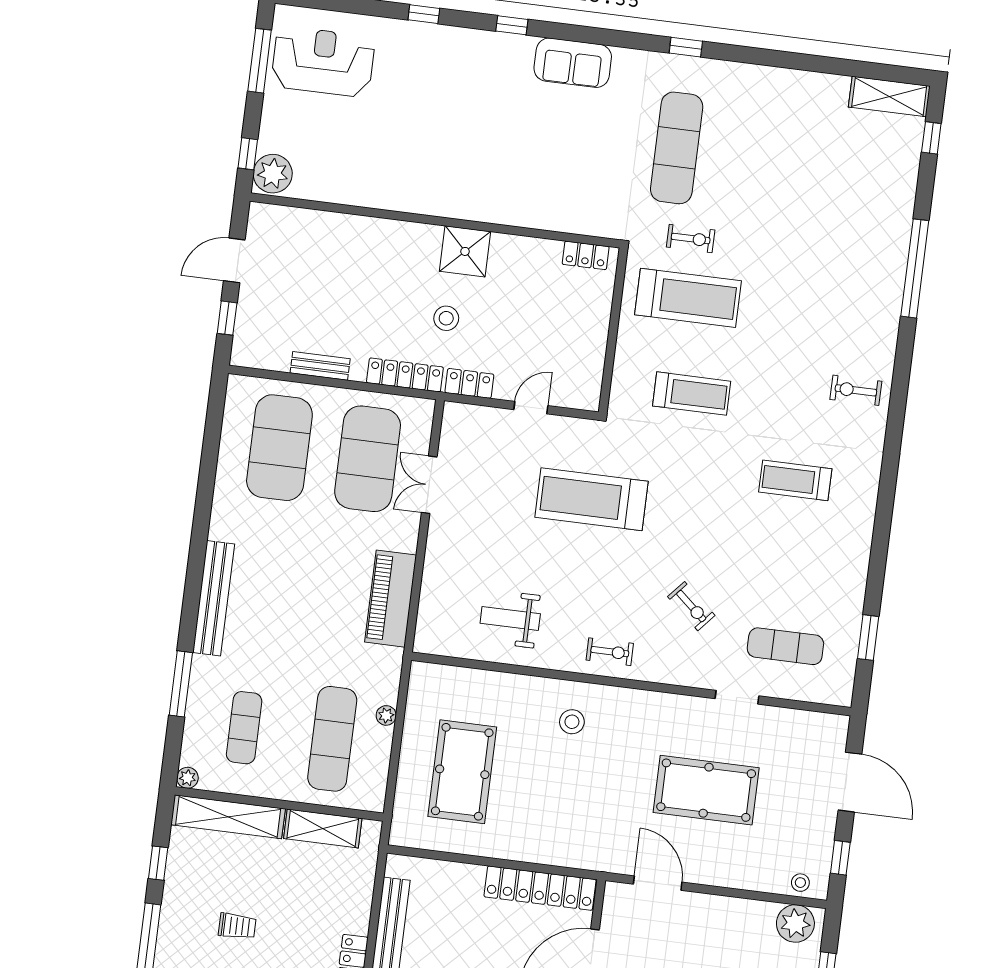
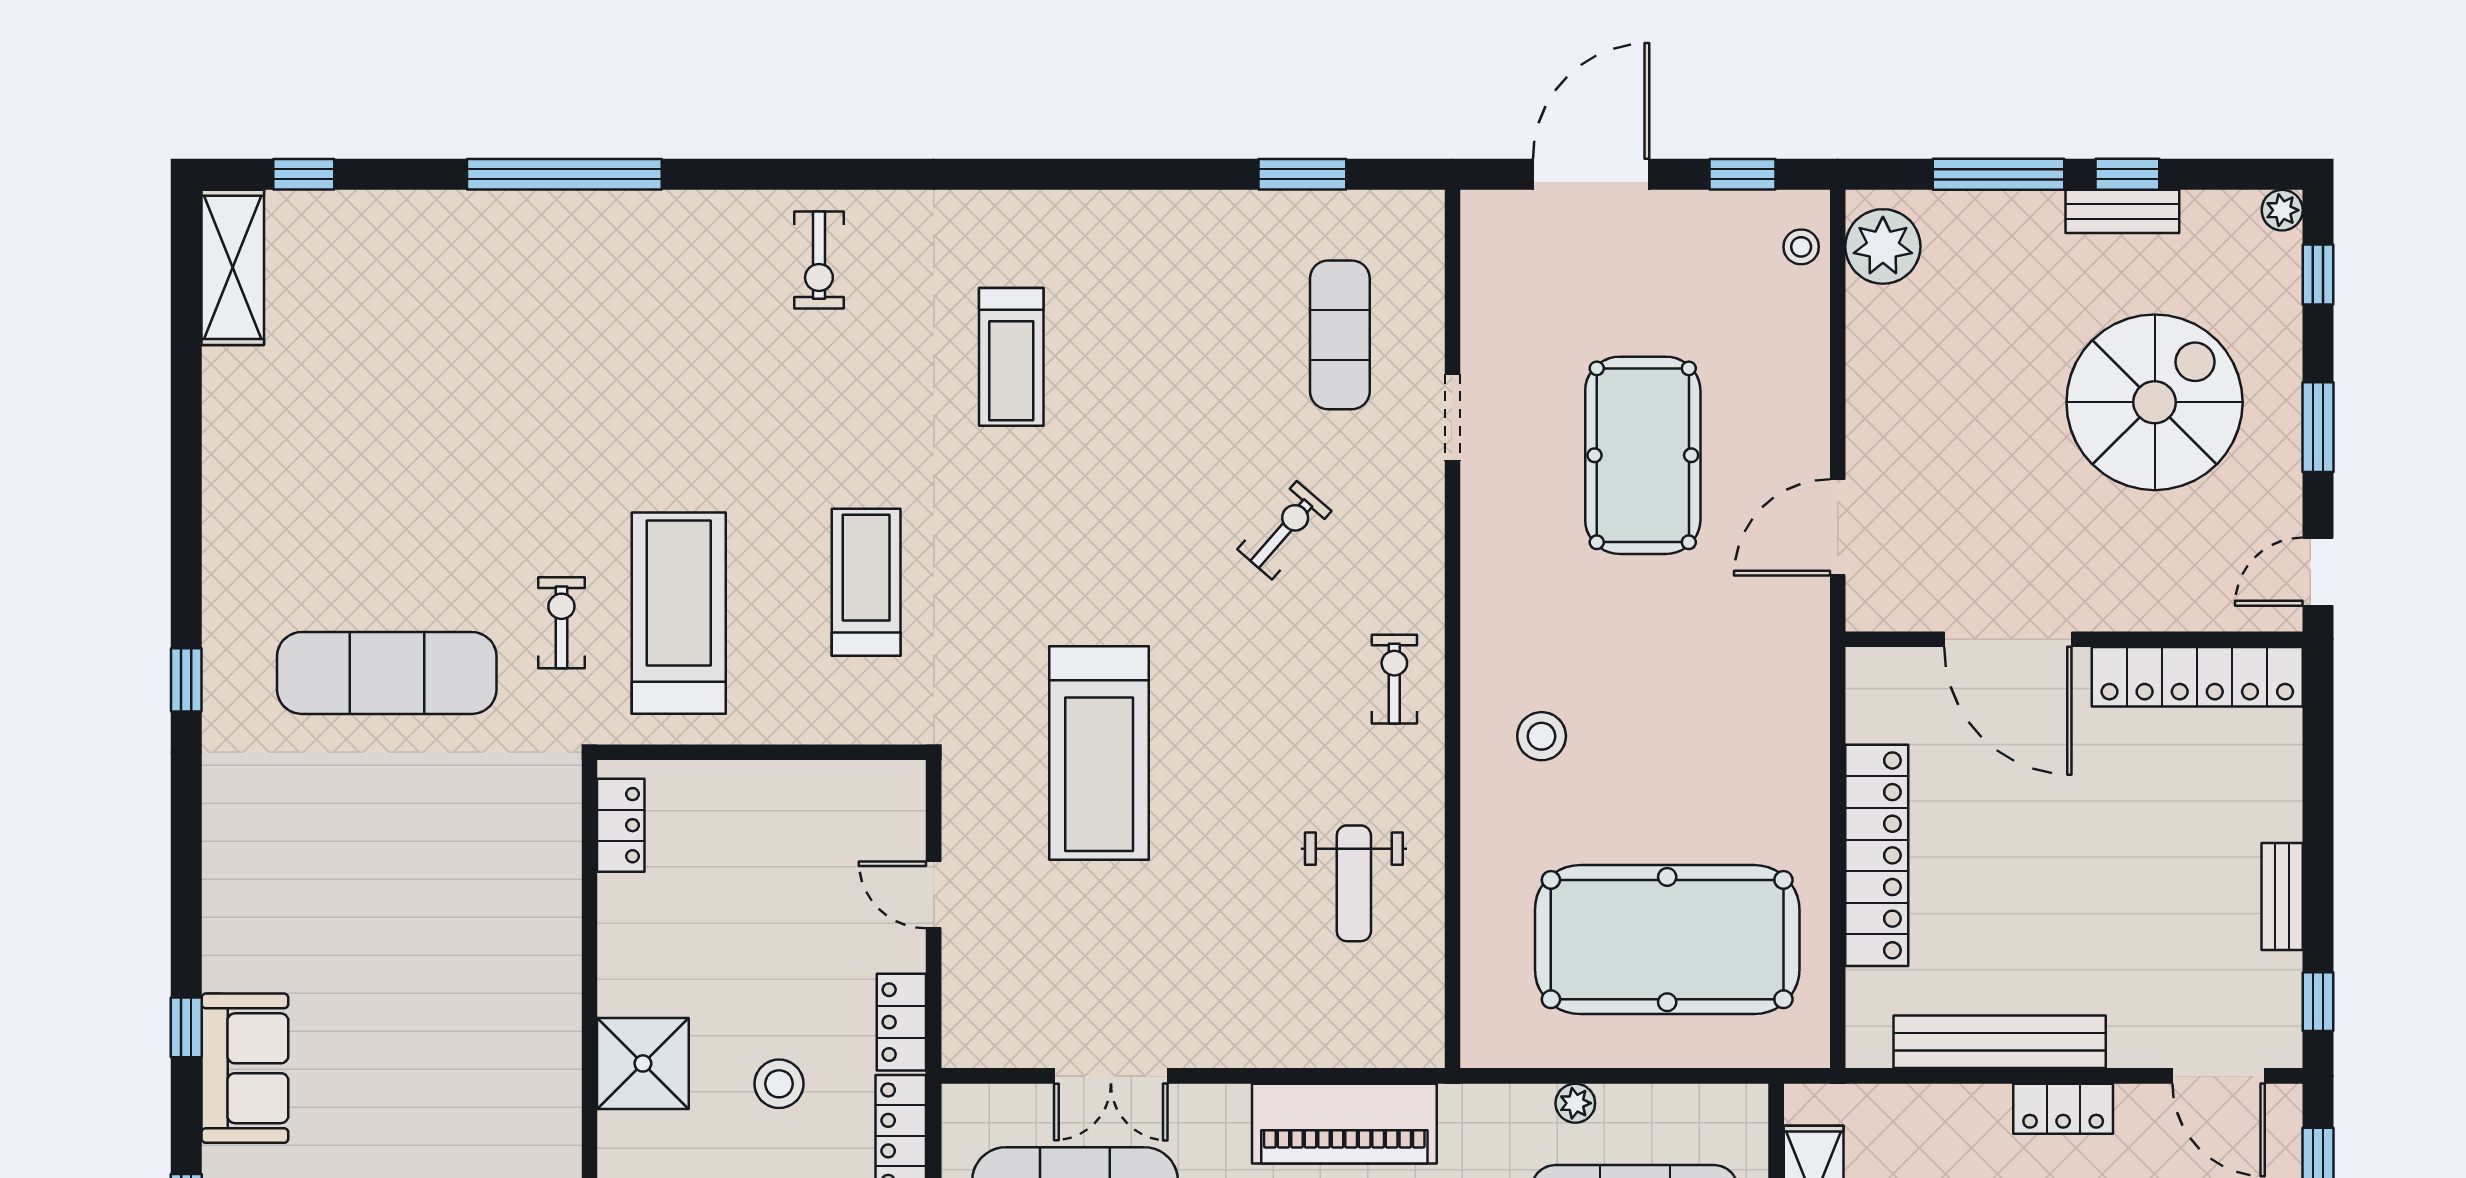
sofa: (573, 63) -> (245, 1068), moved
pool table: (462, 772) -> (1667, 940), width x1.36, depth x1.32
locker: (540, 888) -> (1877, 855), moved

